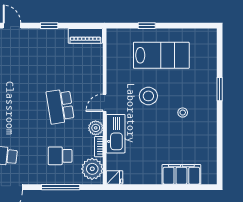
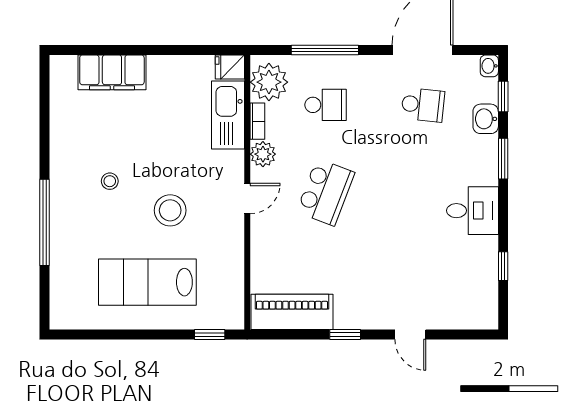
window: (147, 26) -> (210, 334), moved
piano: (85, 36) -> (292, 312), width x1.37, depth x1.33
window: (220, 89) -> (44, 222), width x2.11
school desk: (60, 106) -> (326, 192), turned 30
kitchen sink: (116, 134) -> (228, 115), moved

